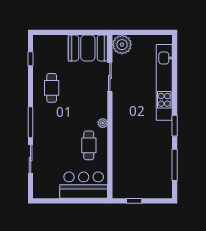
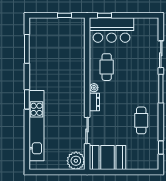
dresser: (102, 108) -> (94, 102), added
window: (175, 126) -> (27, 99), moved
window: (91, 201) -> (104, 15), added

